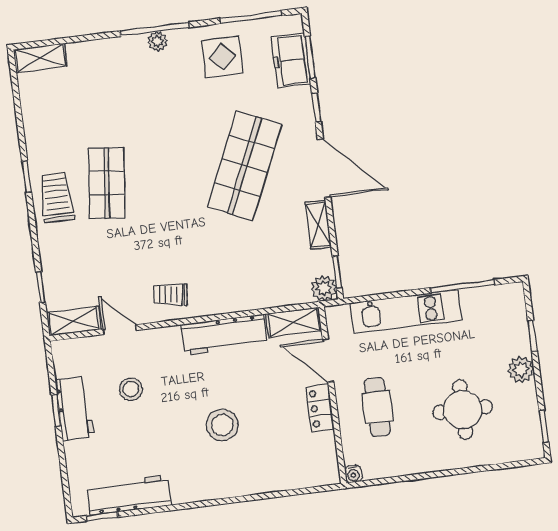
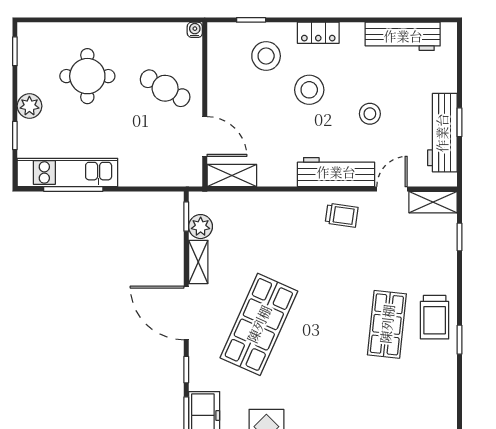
plant: (324, 288) -> (201, 227), moved
kitchen unit: (406, 311) -> (67, 172), moved
door: (120, 330) -> (392, 189), swing flipped
workbench: (224, 335) -> (336, 172), moved
stool: (131, 389) -> (370, 114), moved
cafe table: (377, 407) -> (165, 88), turned -60
workbench: (75, 408) -> (442, 133), width x1.37
locker: (320, 408) -> (318, 33), moved, turned 90
stool: (273, 455) -> (266, 56), added
window: (102, 516) -> (251, 20), moved

